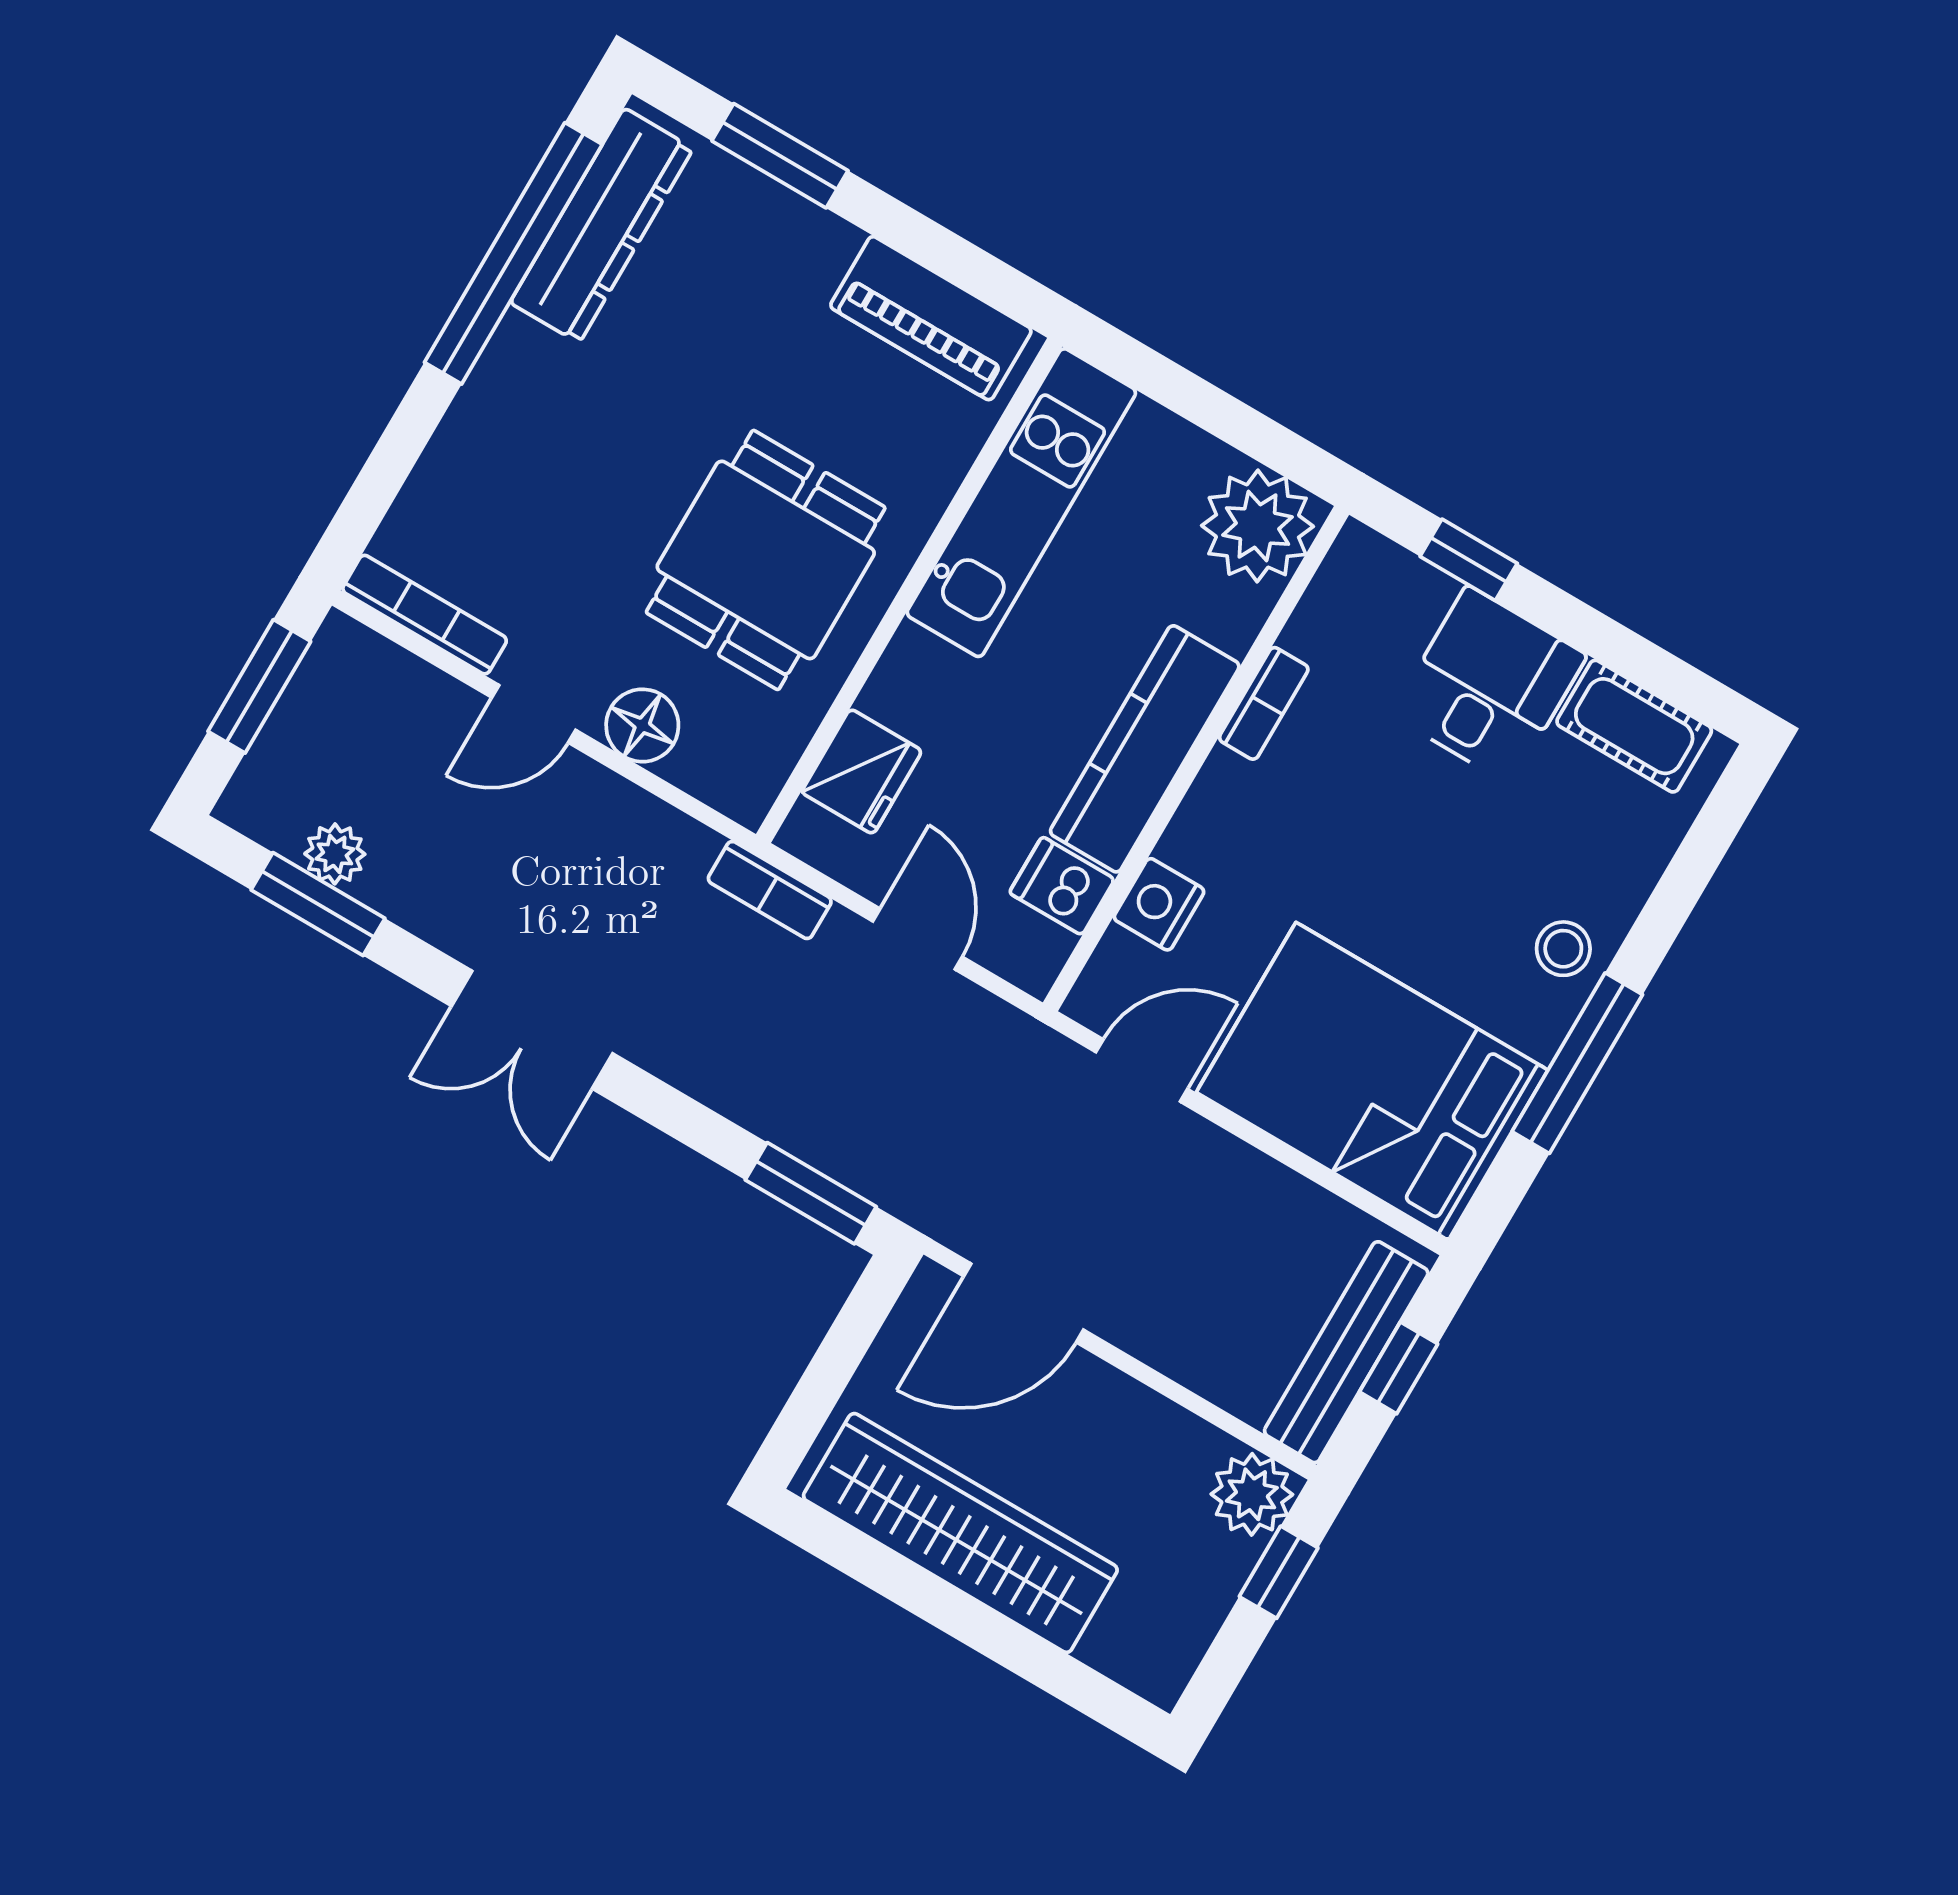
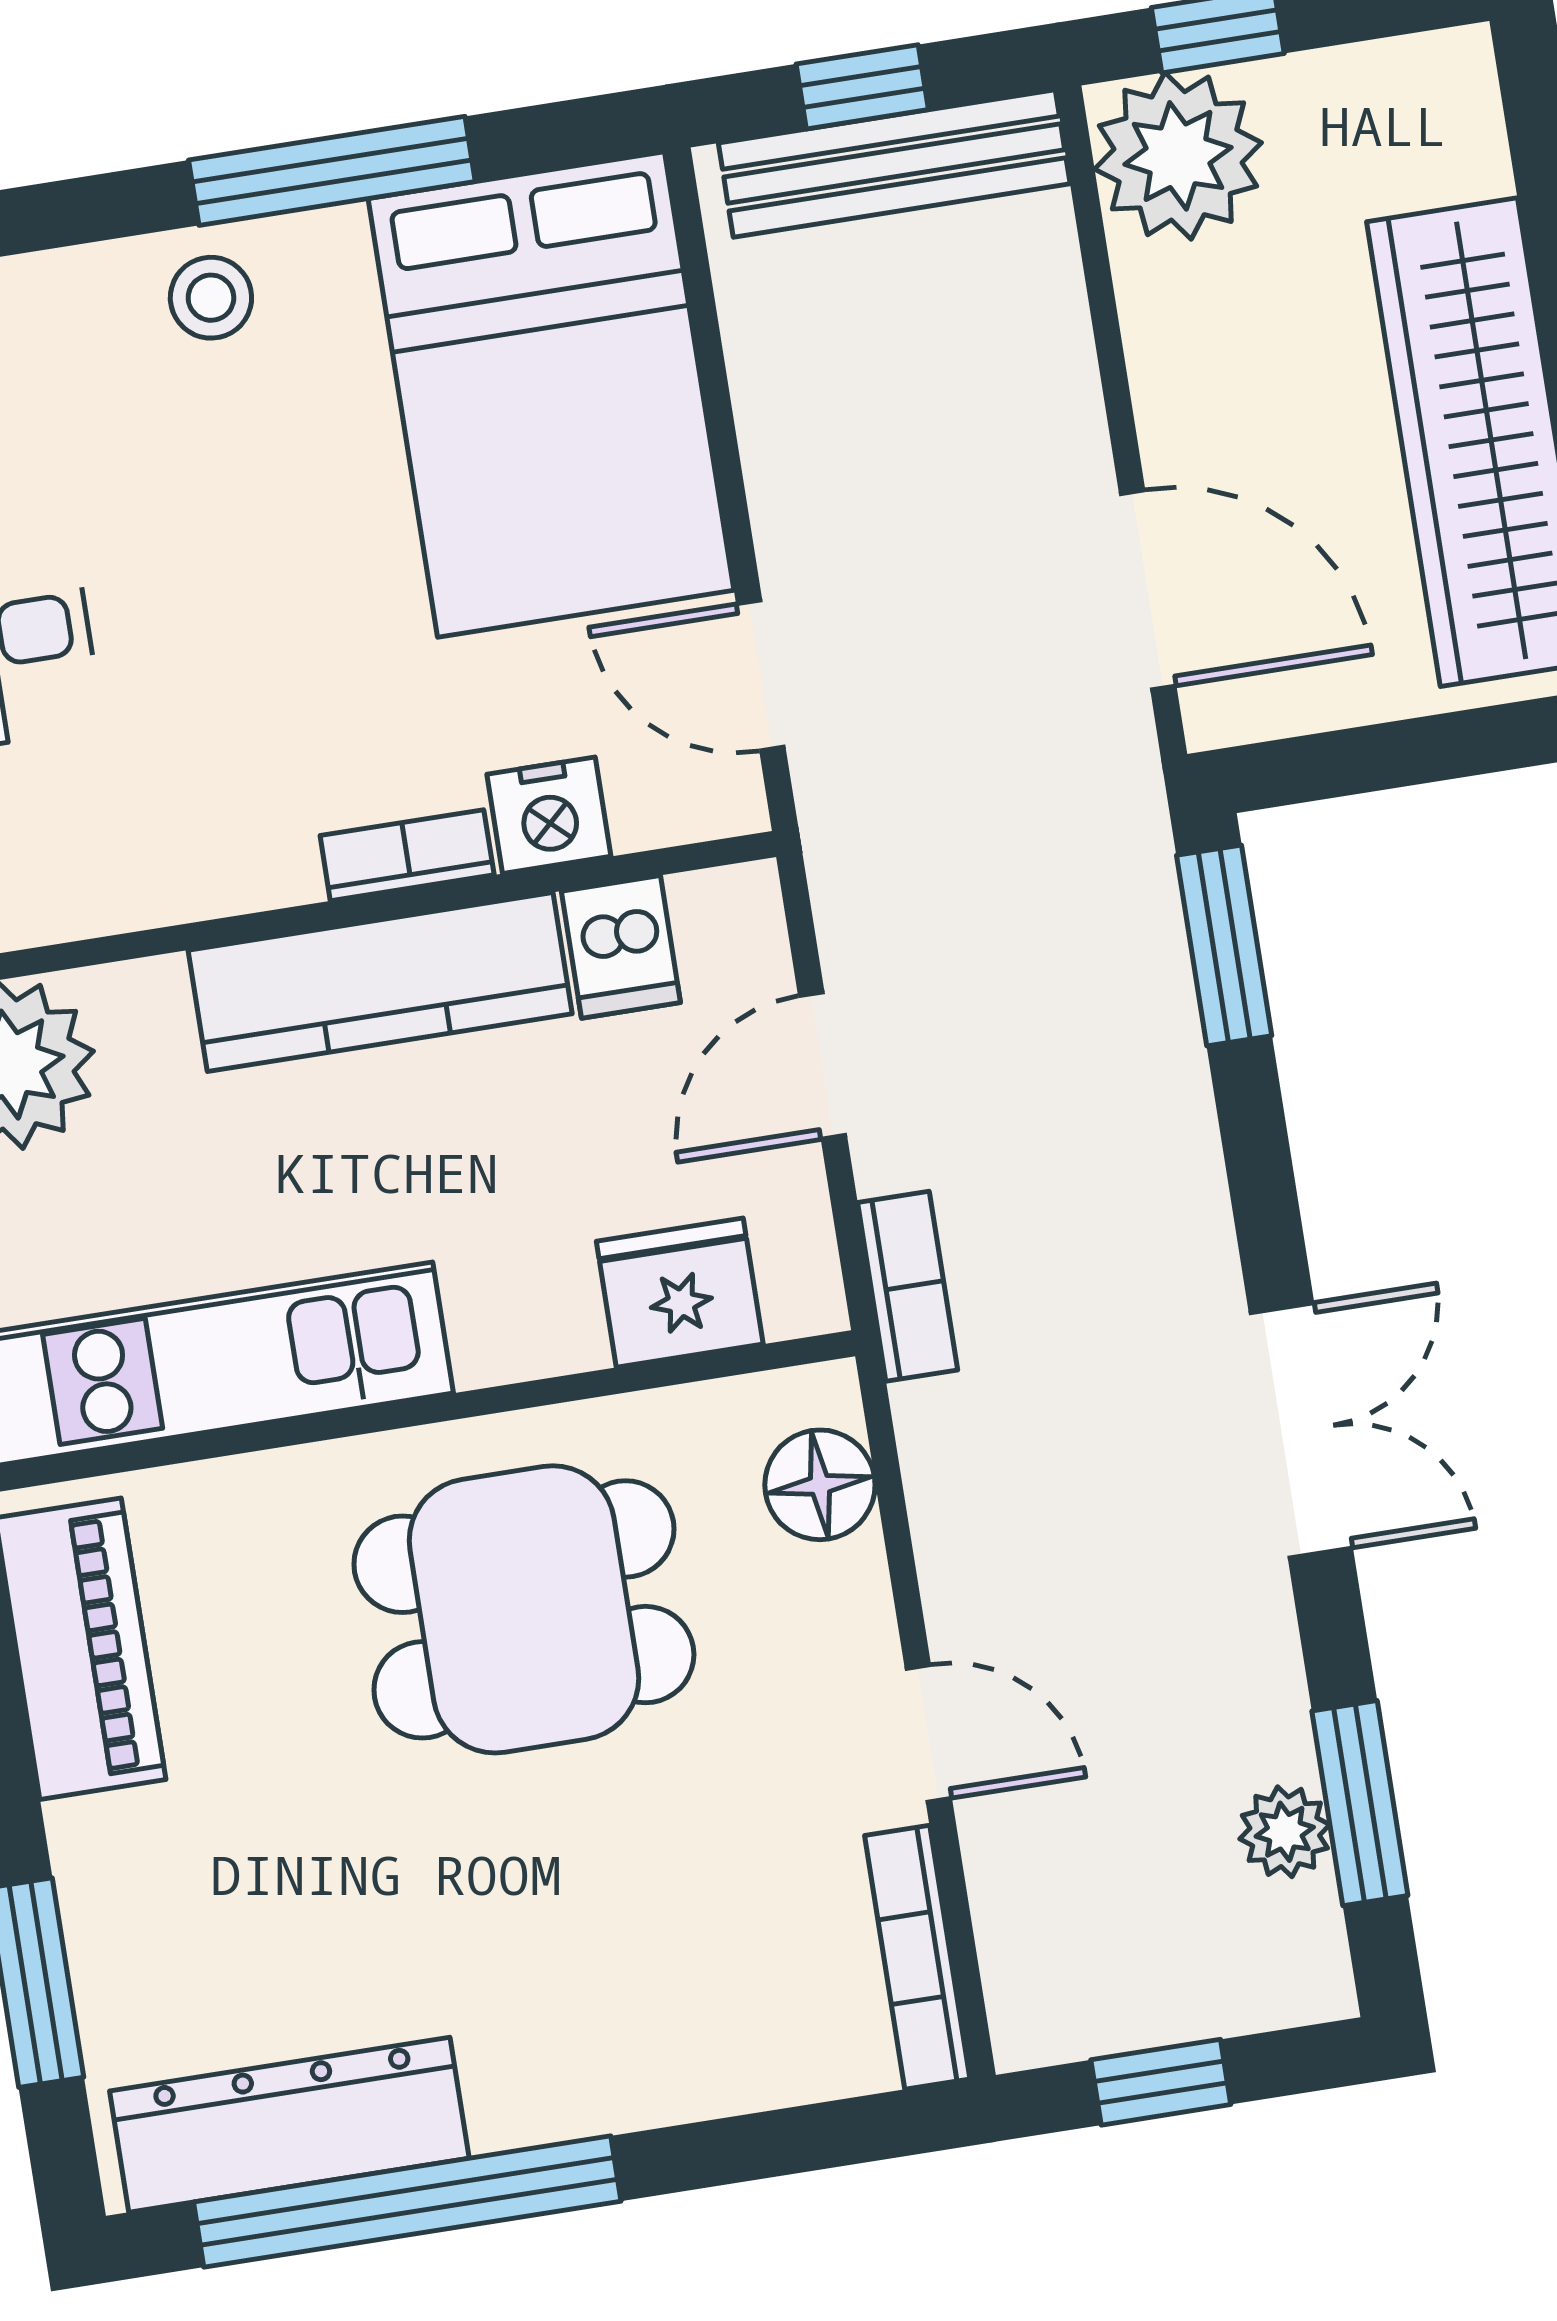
window: (259, 686) -> (1161, 2082), width x0.67
bookcase: (1264, 703) -> (407, 855), moved
floor lamp: (642, 725) -> (820, 1485), moved
plant: (1252, 1494) -> (1178, 156), width x1.36, depth x1.36

